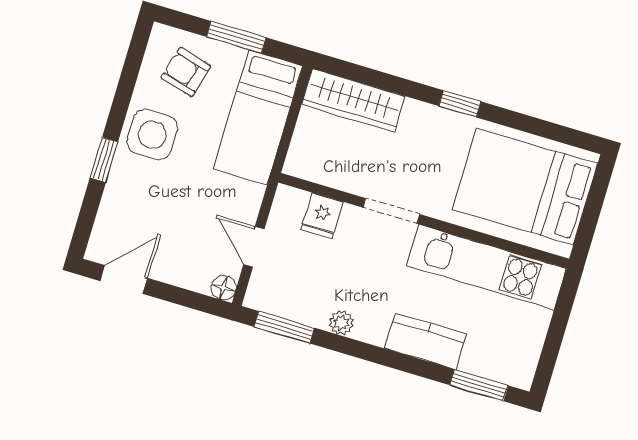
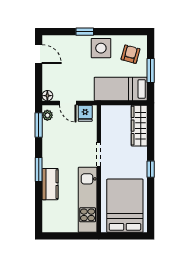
fridge: (322, 216) -> (85, 113), moved, turned -90
door: (254, 247) -> (68, 103), swing flipped
plant: (341, 323) -> (47, 115), moved
window: (479, 385) -> (39, 169), moved

